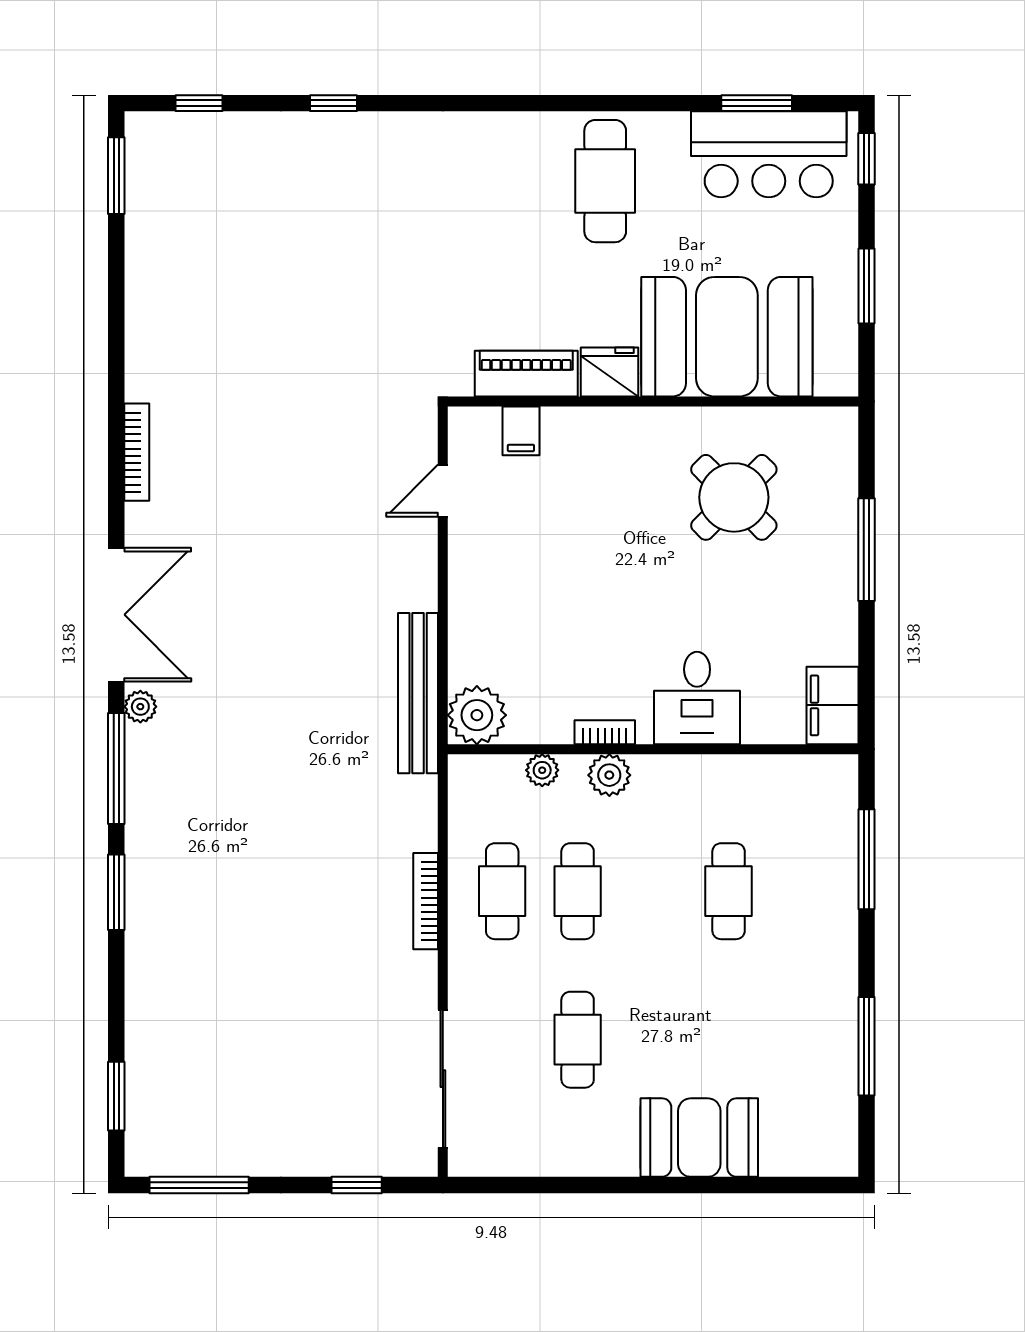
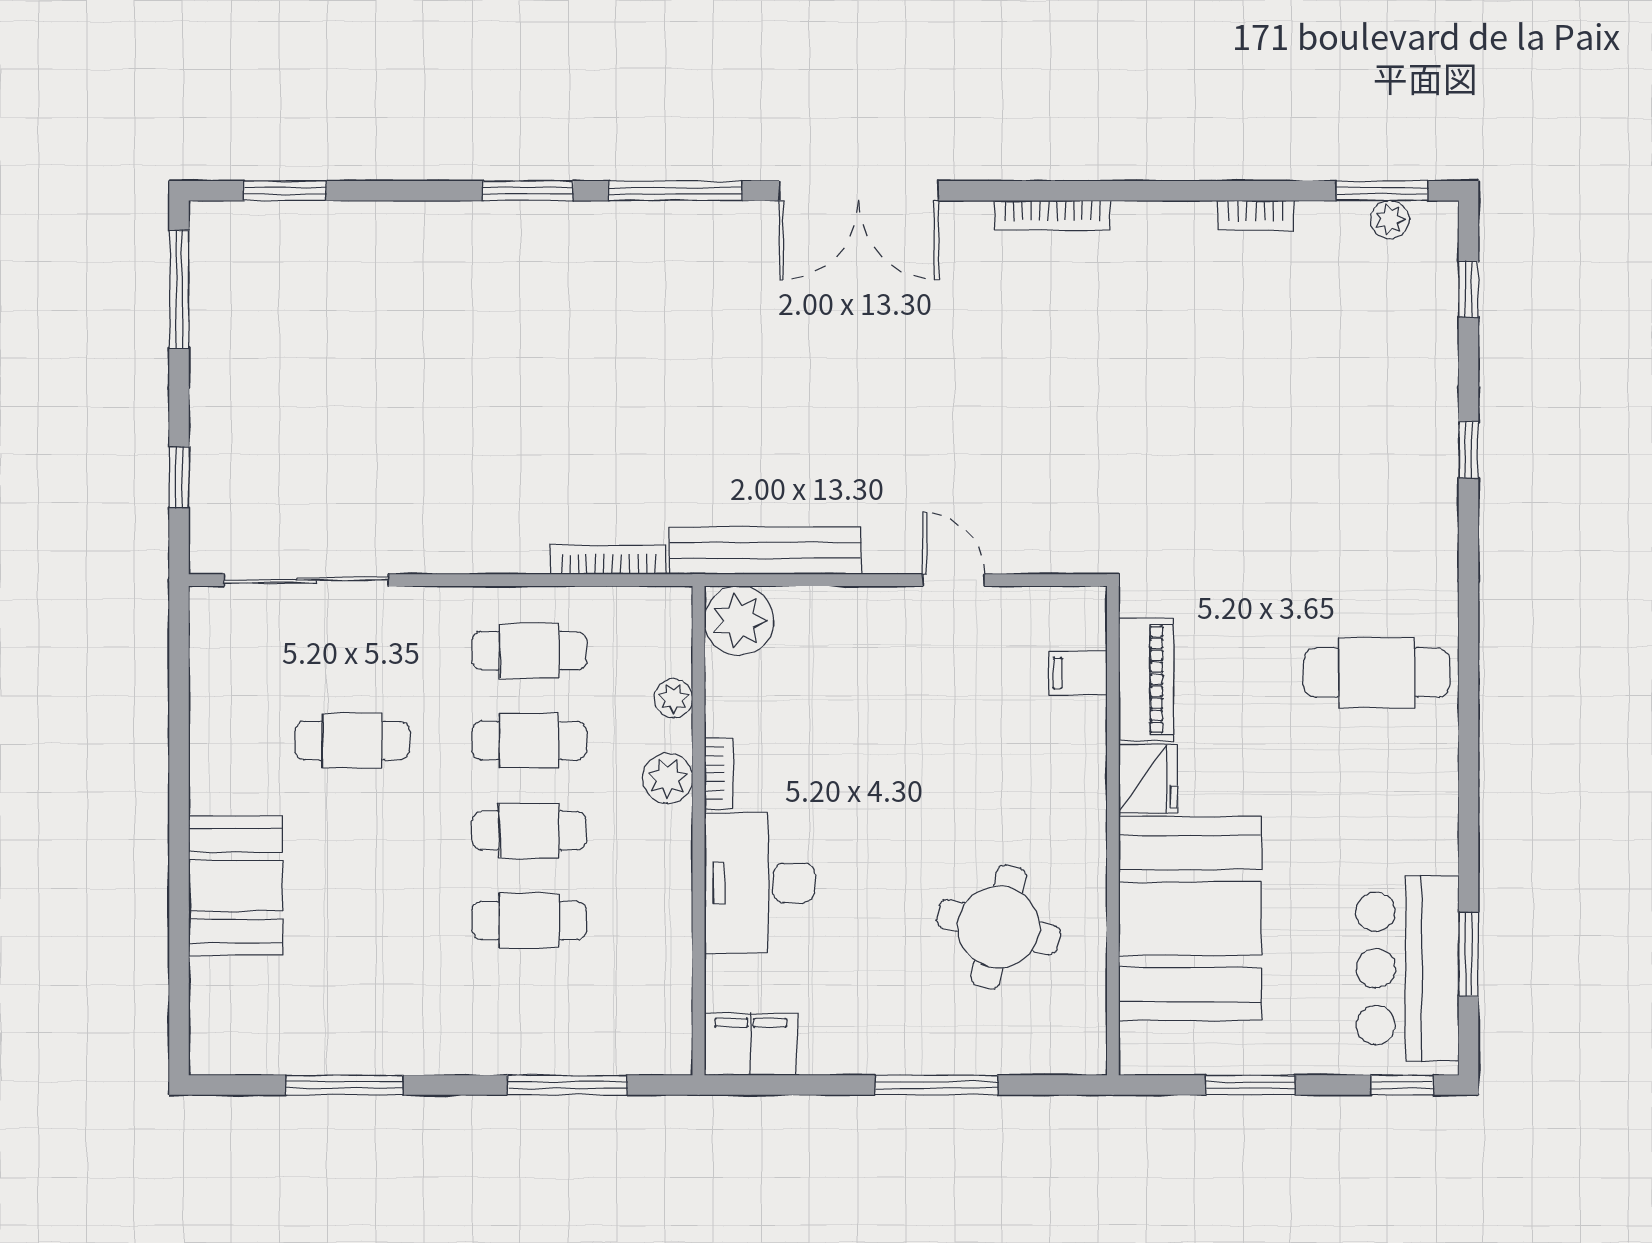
cafe table: (605, 181) -> (1377, 673), moved
bookcase: (137, 282) -> (1256, 216), added
door: (443, 491) -> (953, 580), moved
round table: (734, 497) -> (999, 927), turned -31
desk: (697, 698) -> (759, 883), width x1.37
plant: (140, 707) -> (1390, 219), moved
cafe table: (653, 891) -> (529, 831), added
bookcase: (426, 901) -> (608, 560), moved

